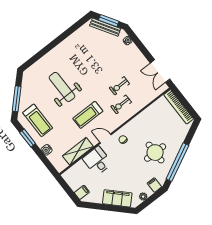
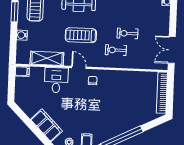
round table: (155, 153) -> (110, 114), removed
filing cabinet: (82, 192) -> (22, 71), moved

